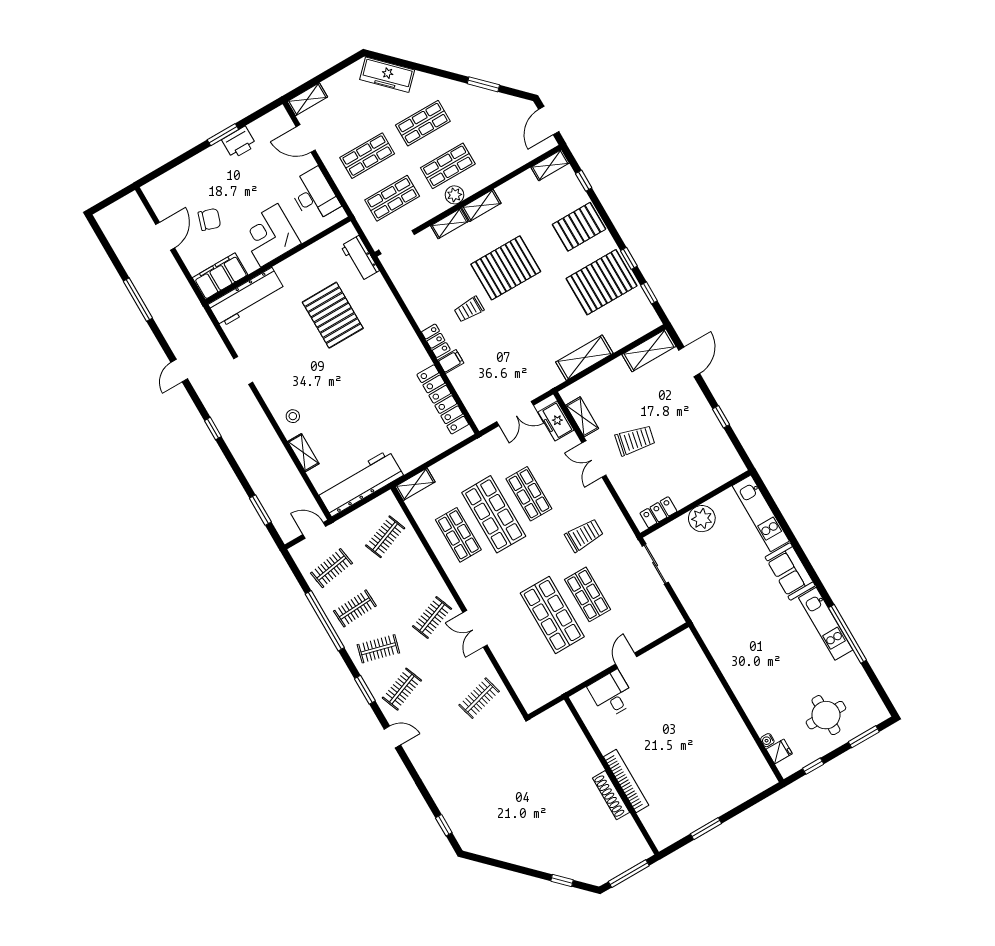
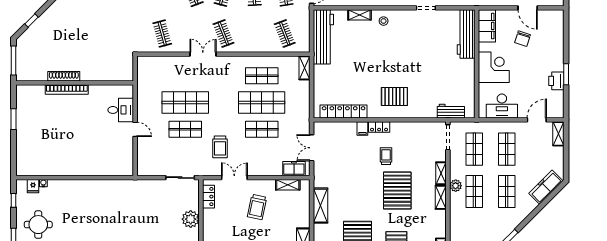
pallet: (333, 315) -> (394, 97), moved, width x0.73, depth x0.71
double door: (594, 459) -> (234, 178), moved

